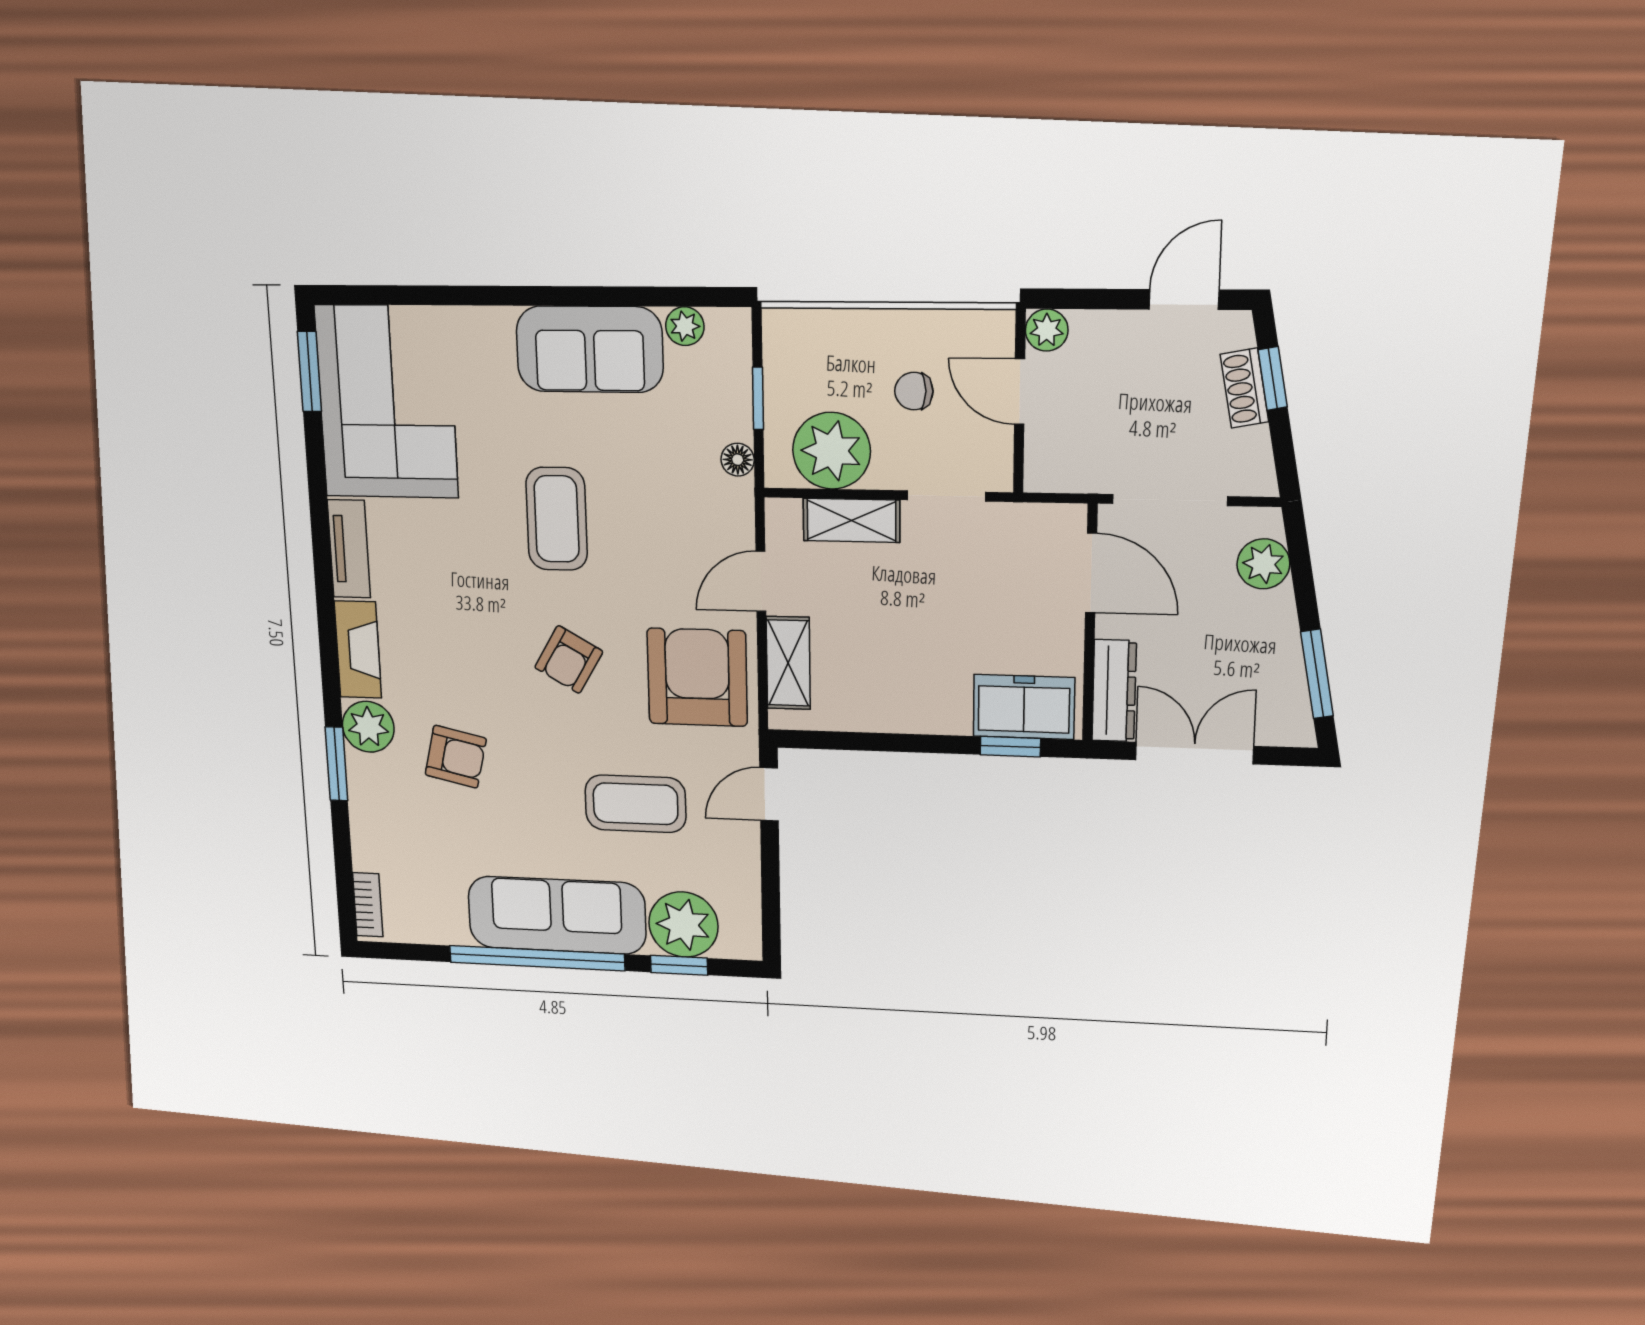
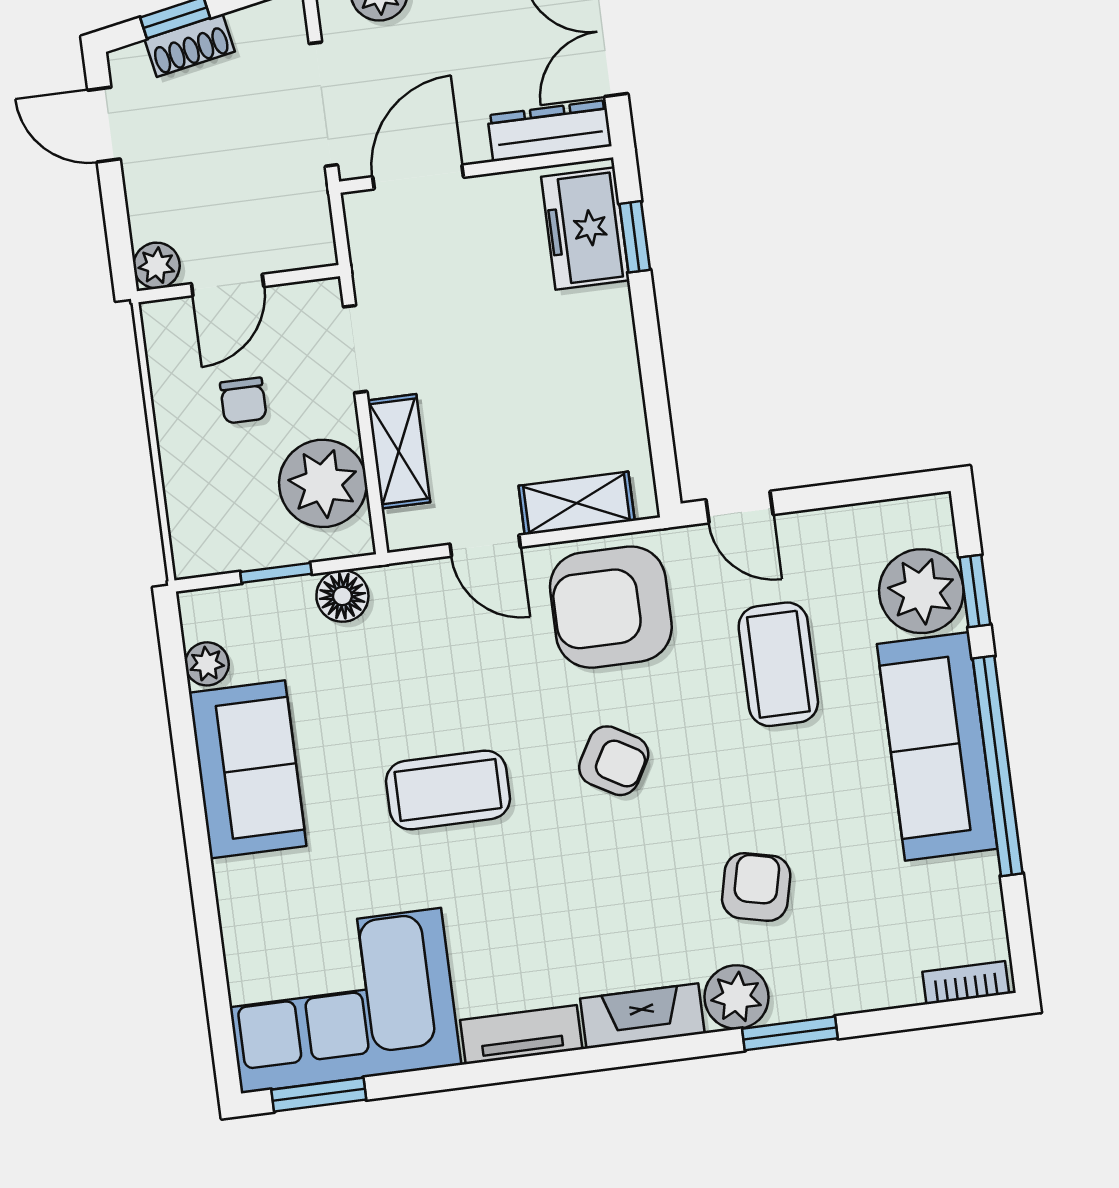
floor lamp: (738, 460) -> (342, 596), width x1.37, depth x1.37

